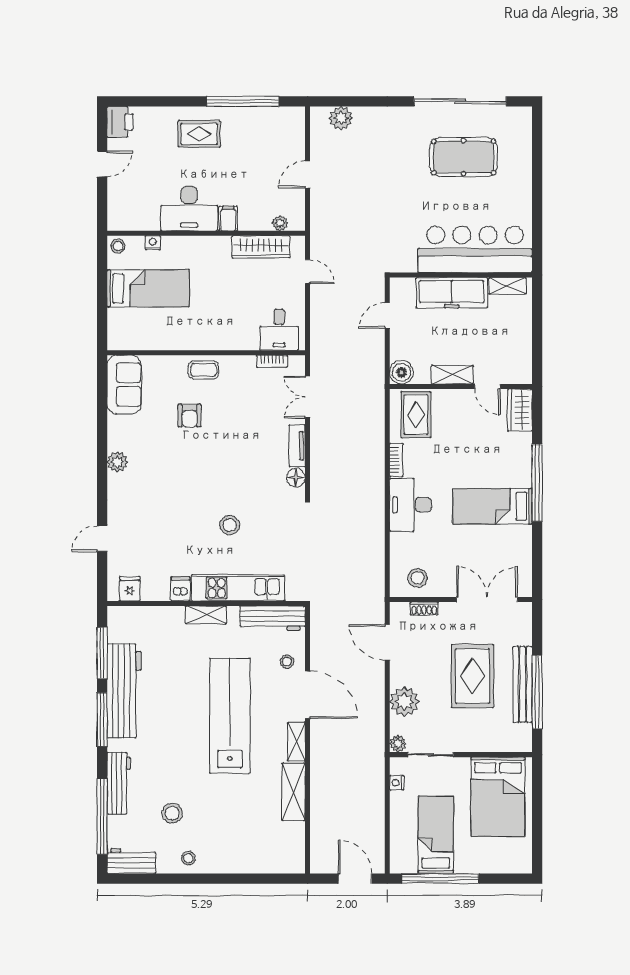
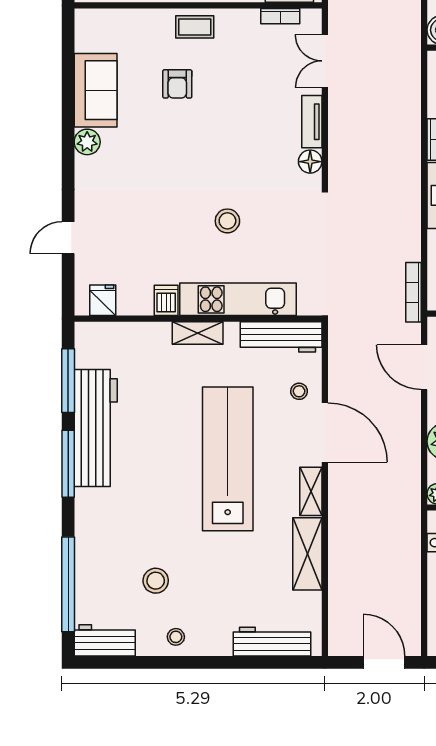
sofa: (124, 385) -> (96, 90), moved
bookcase: (379, 582) -> (414, 292), added
workbench: (119, 783) -> (272, 642), moved, turned -90

